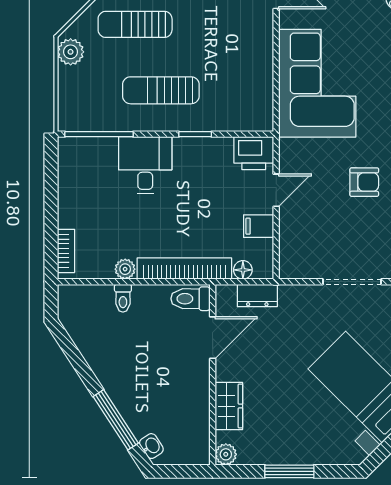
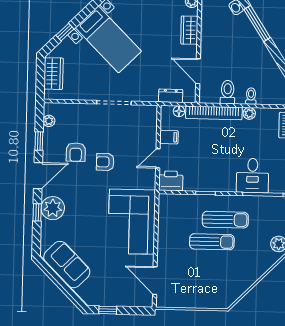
sun lounger: (135, 24) -> (212, 242), moved
desk: (145, 165) -> (253, 176), moved
toilet: (190, 299) -> (228, 92), moved, turned -90
door: (213, 338) -> (198, 71), hinge flipped

